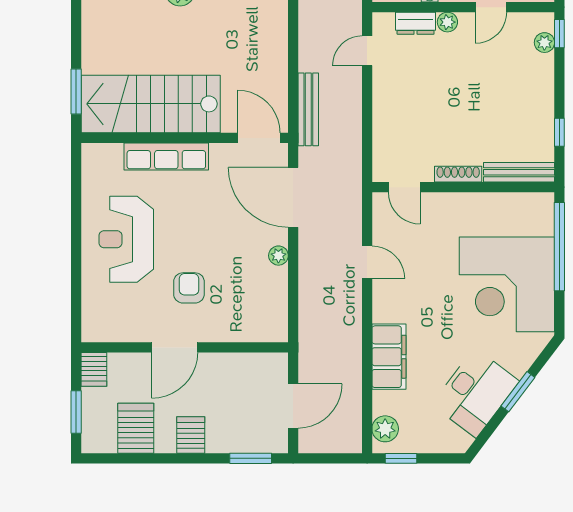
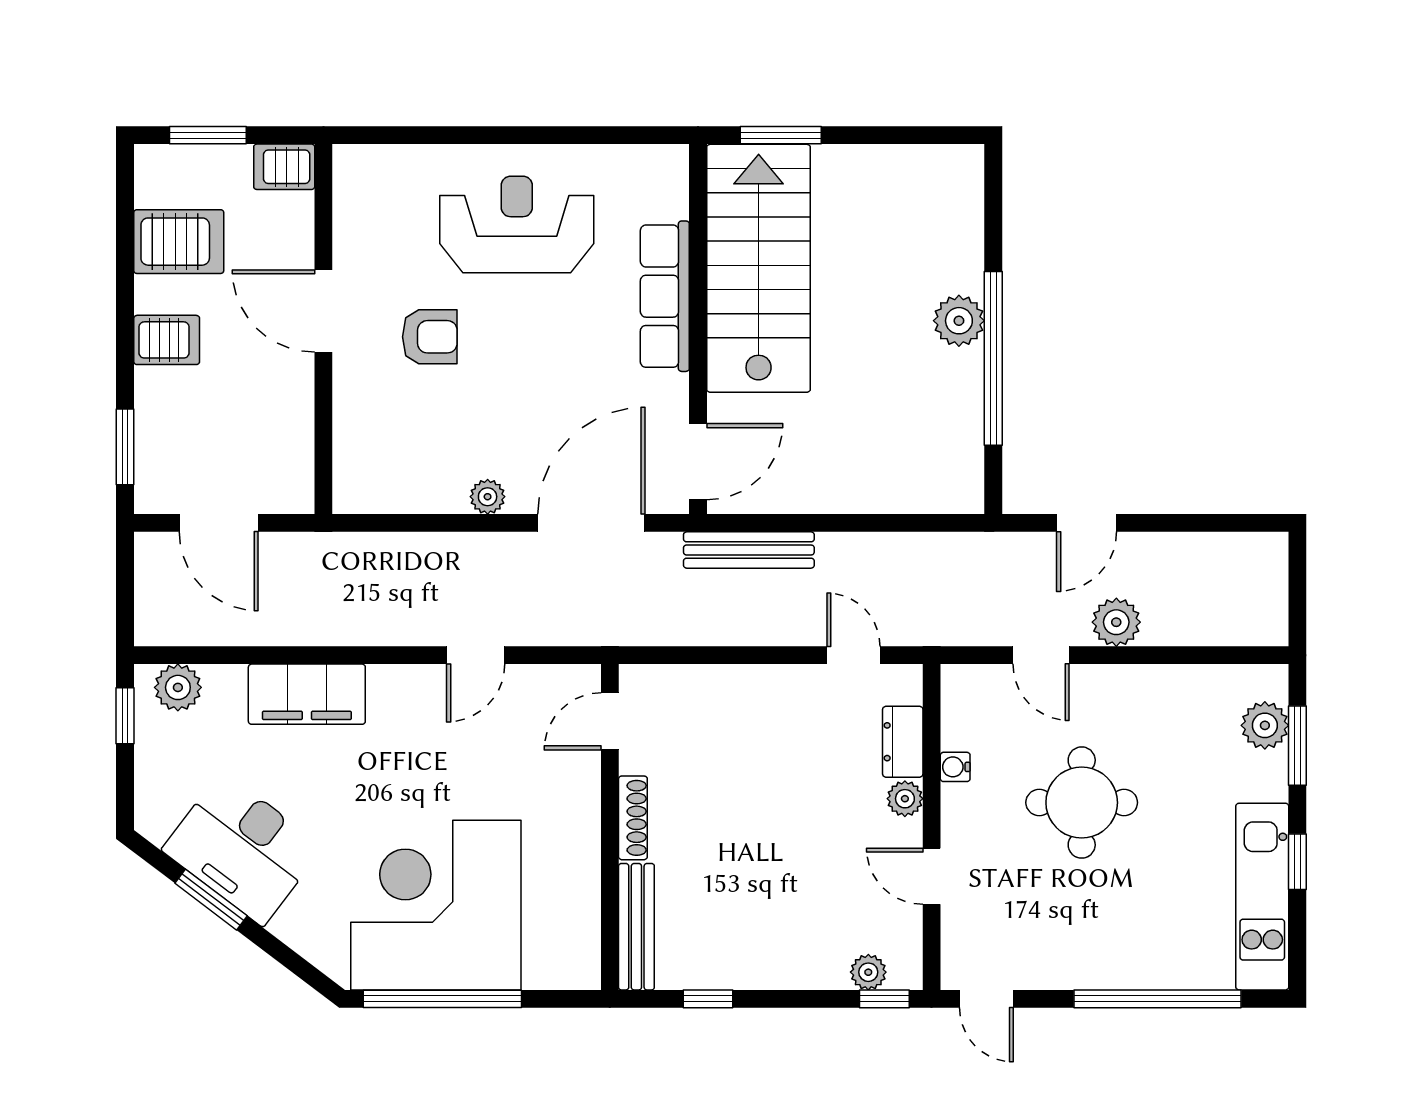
window: (559, 247) -> (442, 999), moved
window: (518, 392) -> (211, 900), moved

